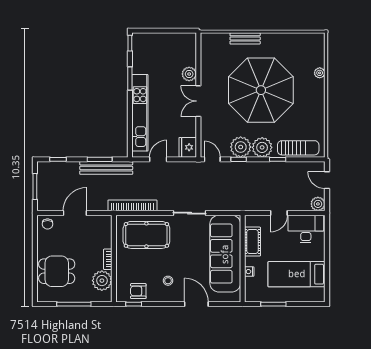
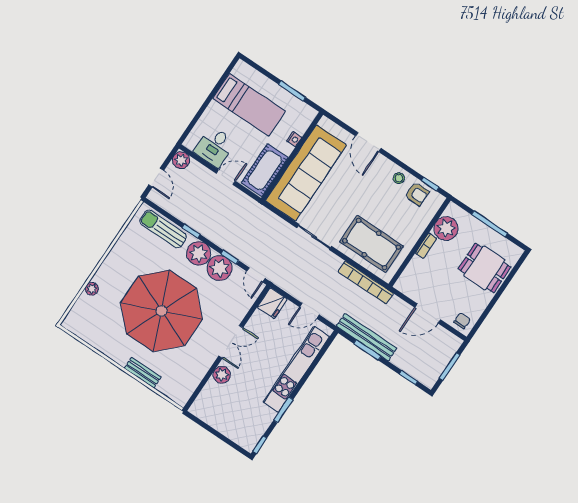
desk: (306, 229) -> (214, 147), width x0.73
cot: (252, 242) -> (265, 170), width x1.37, depth x1.34
stool: (168, 281) -> (399, 178), moved

